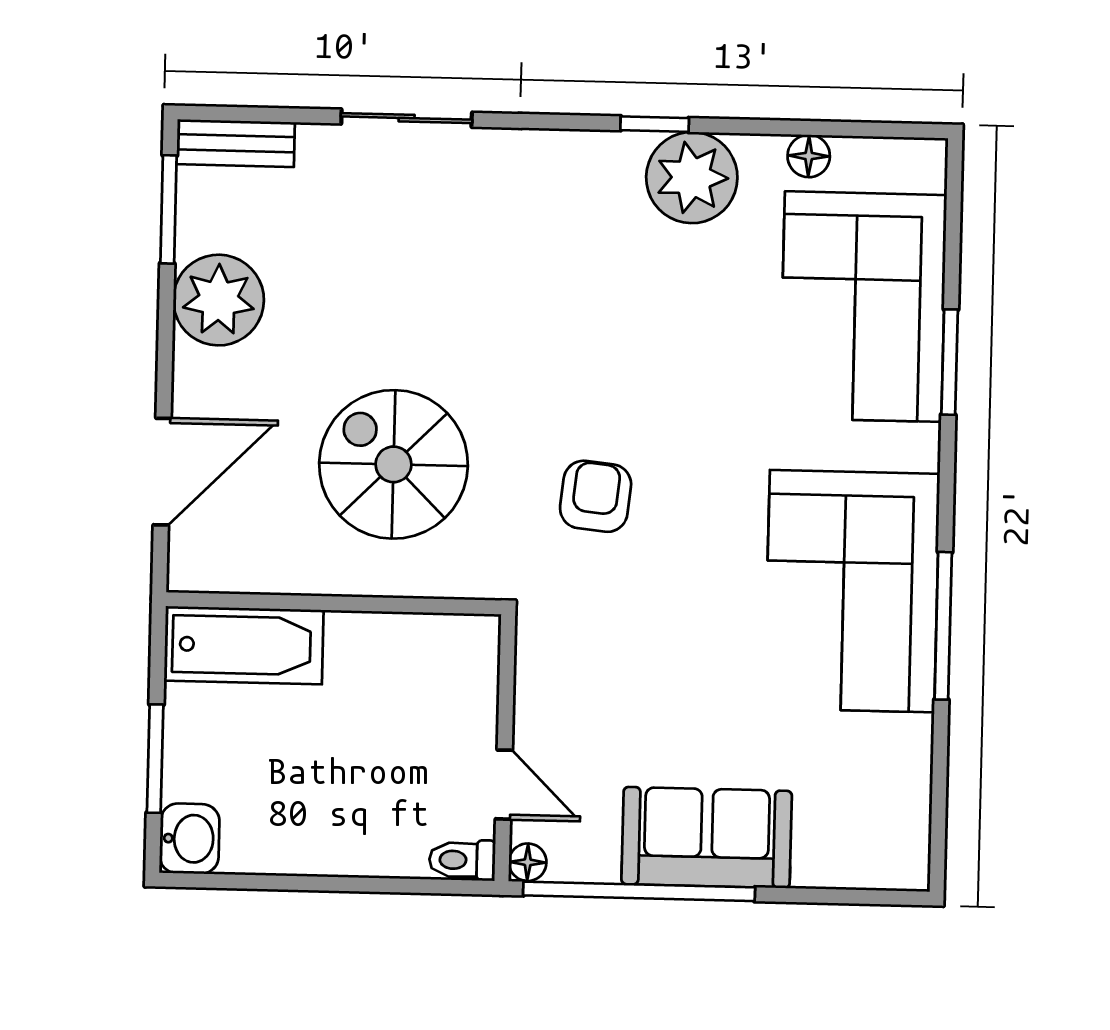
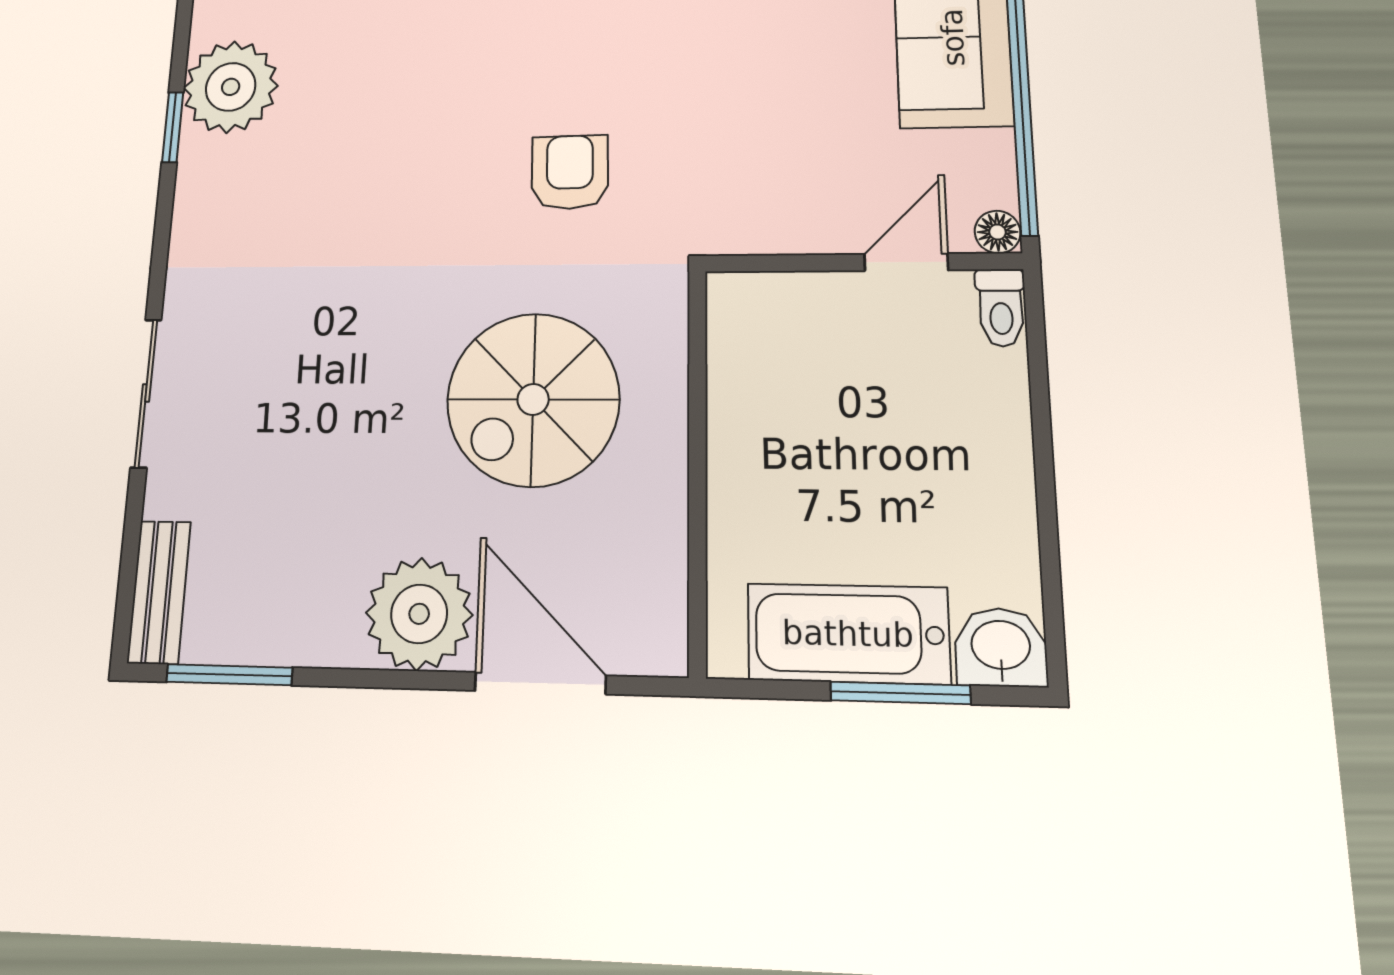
plant: (219, 300) -> (419, 614), moved
armchair: (596, 496) -> (570, 172), turned 83
bathtub: (244, 645) -> (848, 634), moved, turned -90

